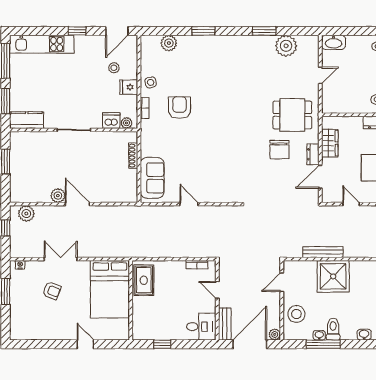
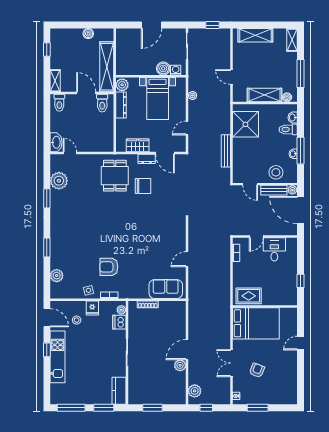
kitchen unit: (42, 44) -> (58, 357), moved
door: (320, 75) -> (70, 153), moved
shower: (333, 276) -> (245, 124), moved
bench: (225, 324) -> (274, 190), moved
desk: (201, 327) -> (274, 249), moved
toilet: (333, 329) -> (288, 129), moved

